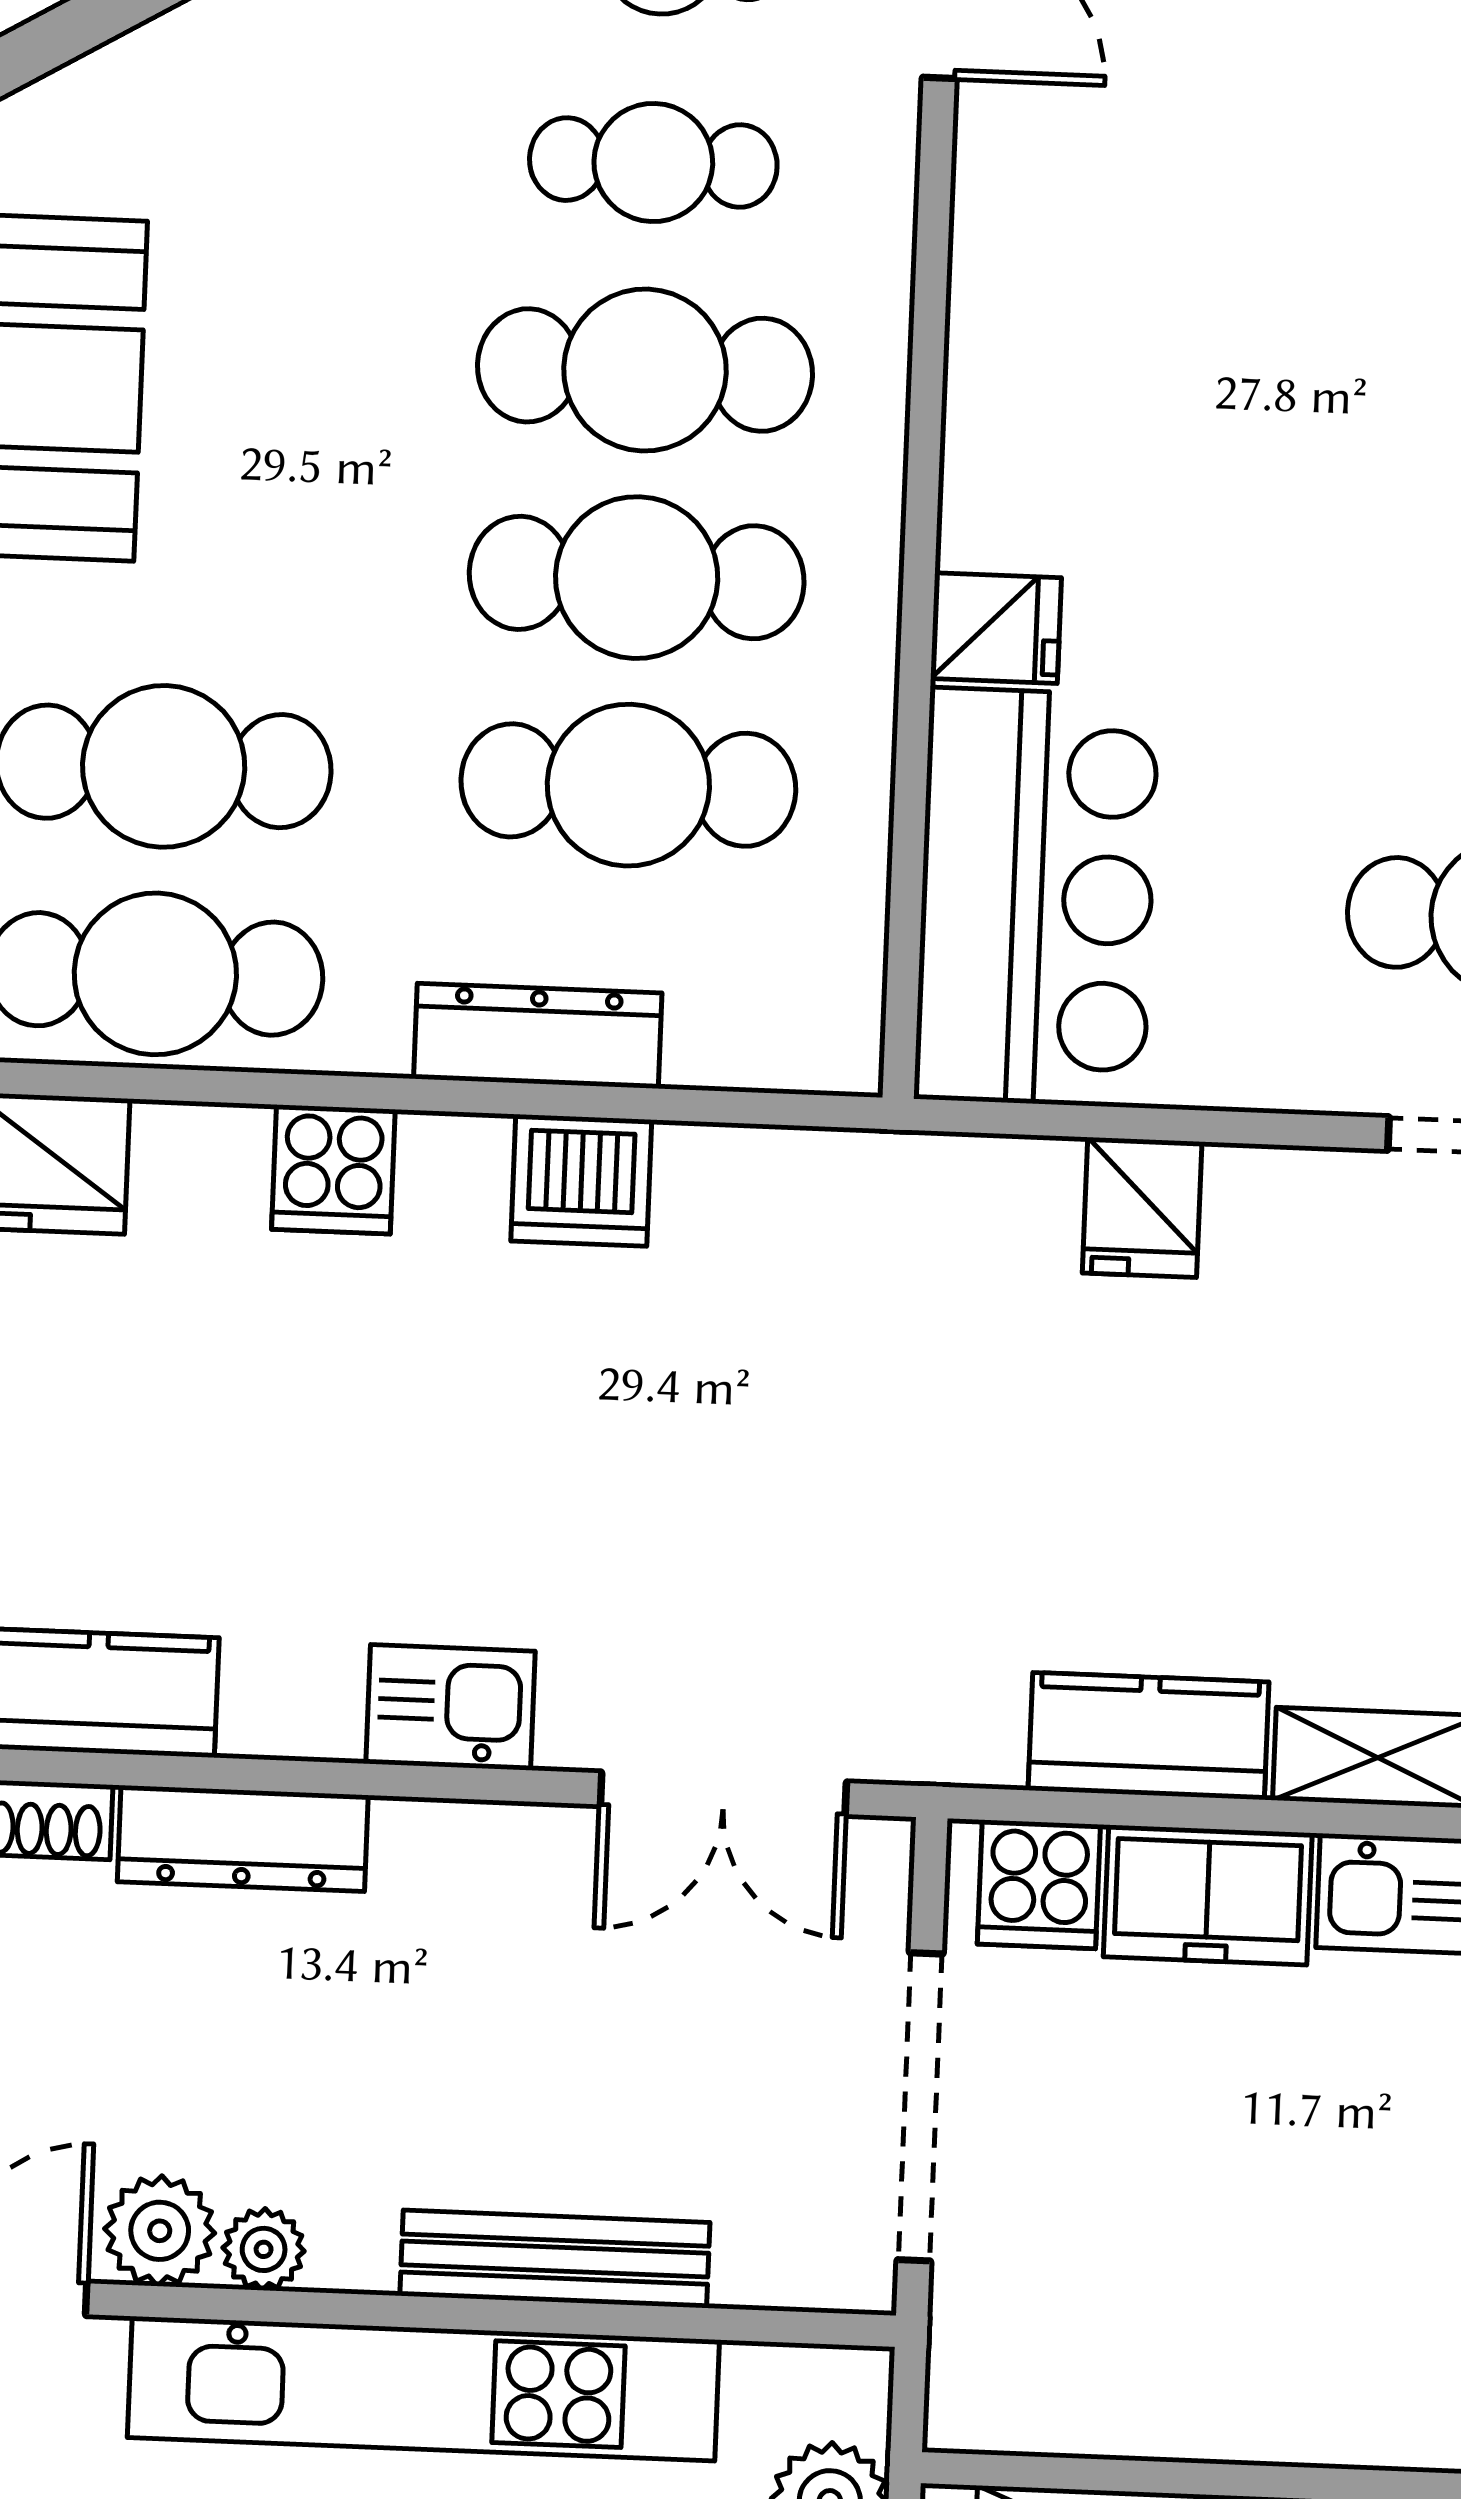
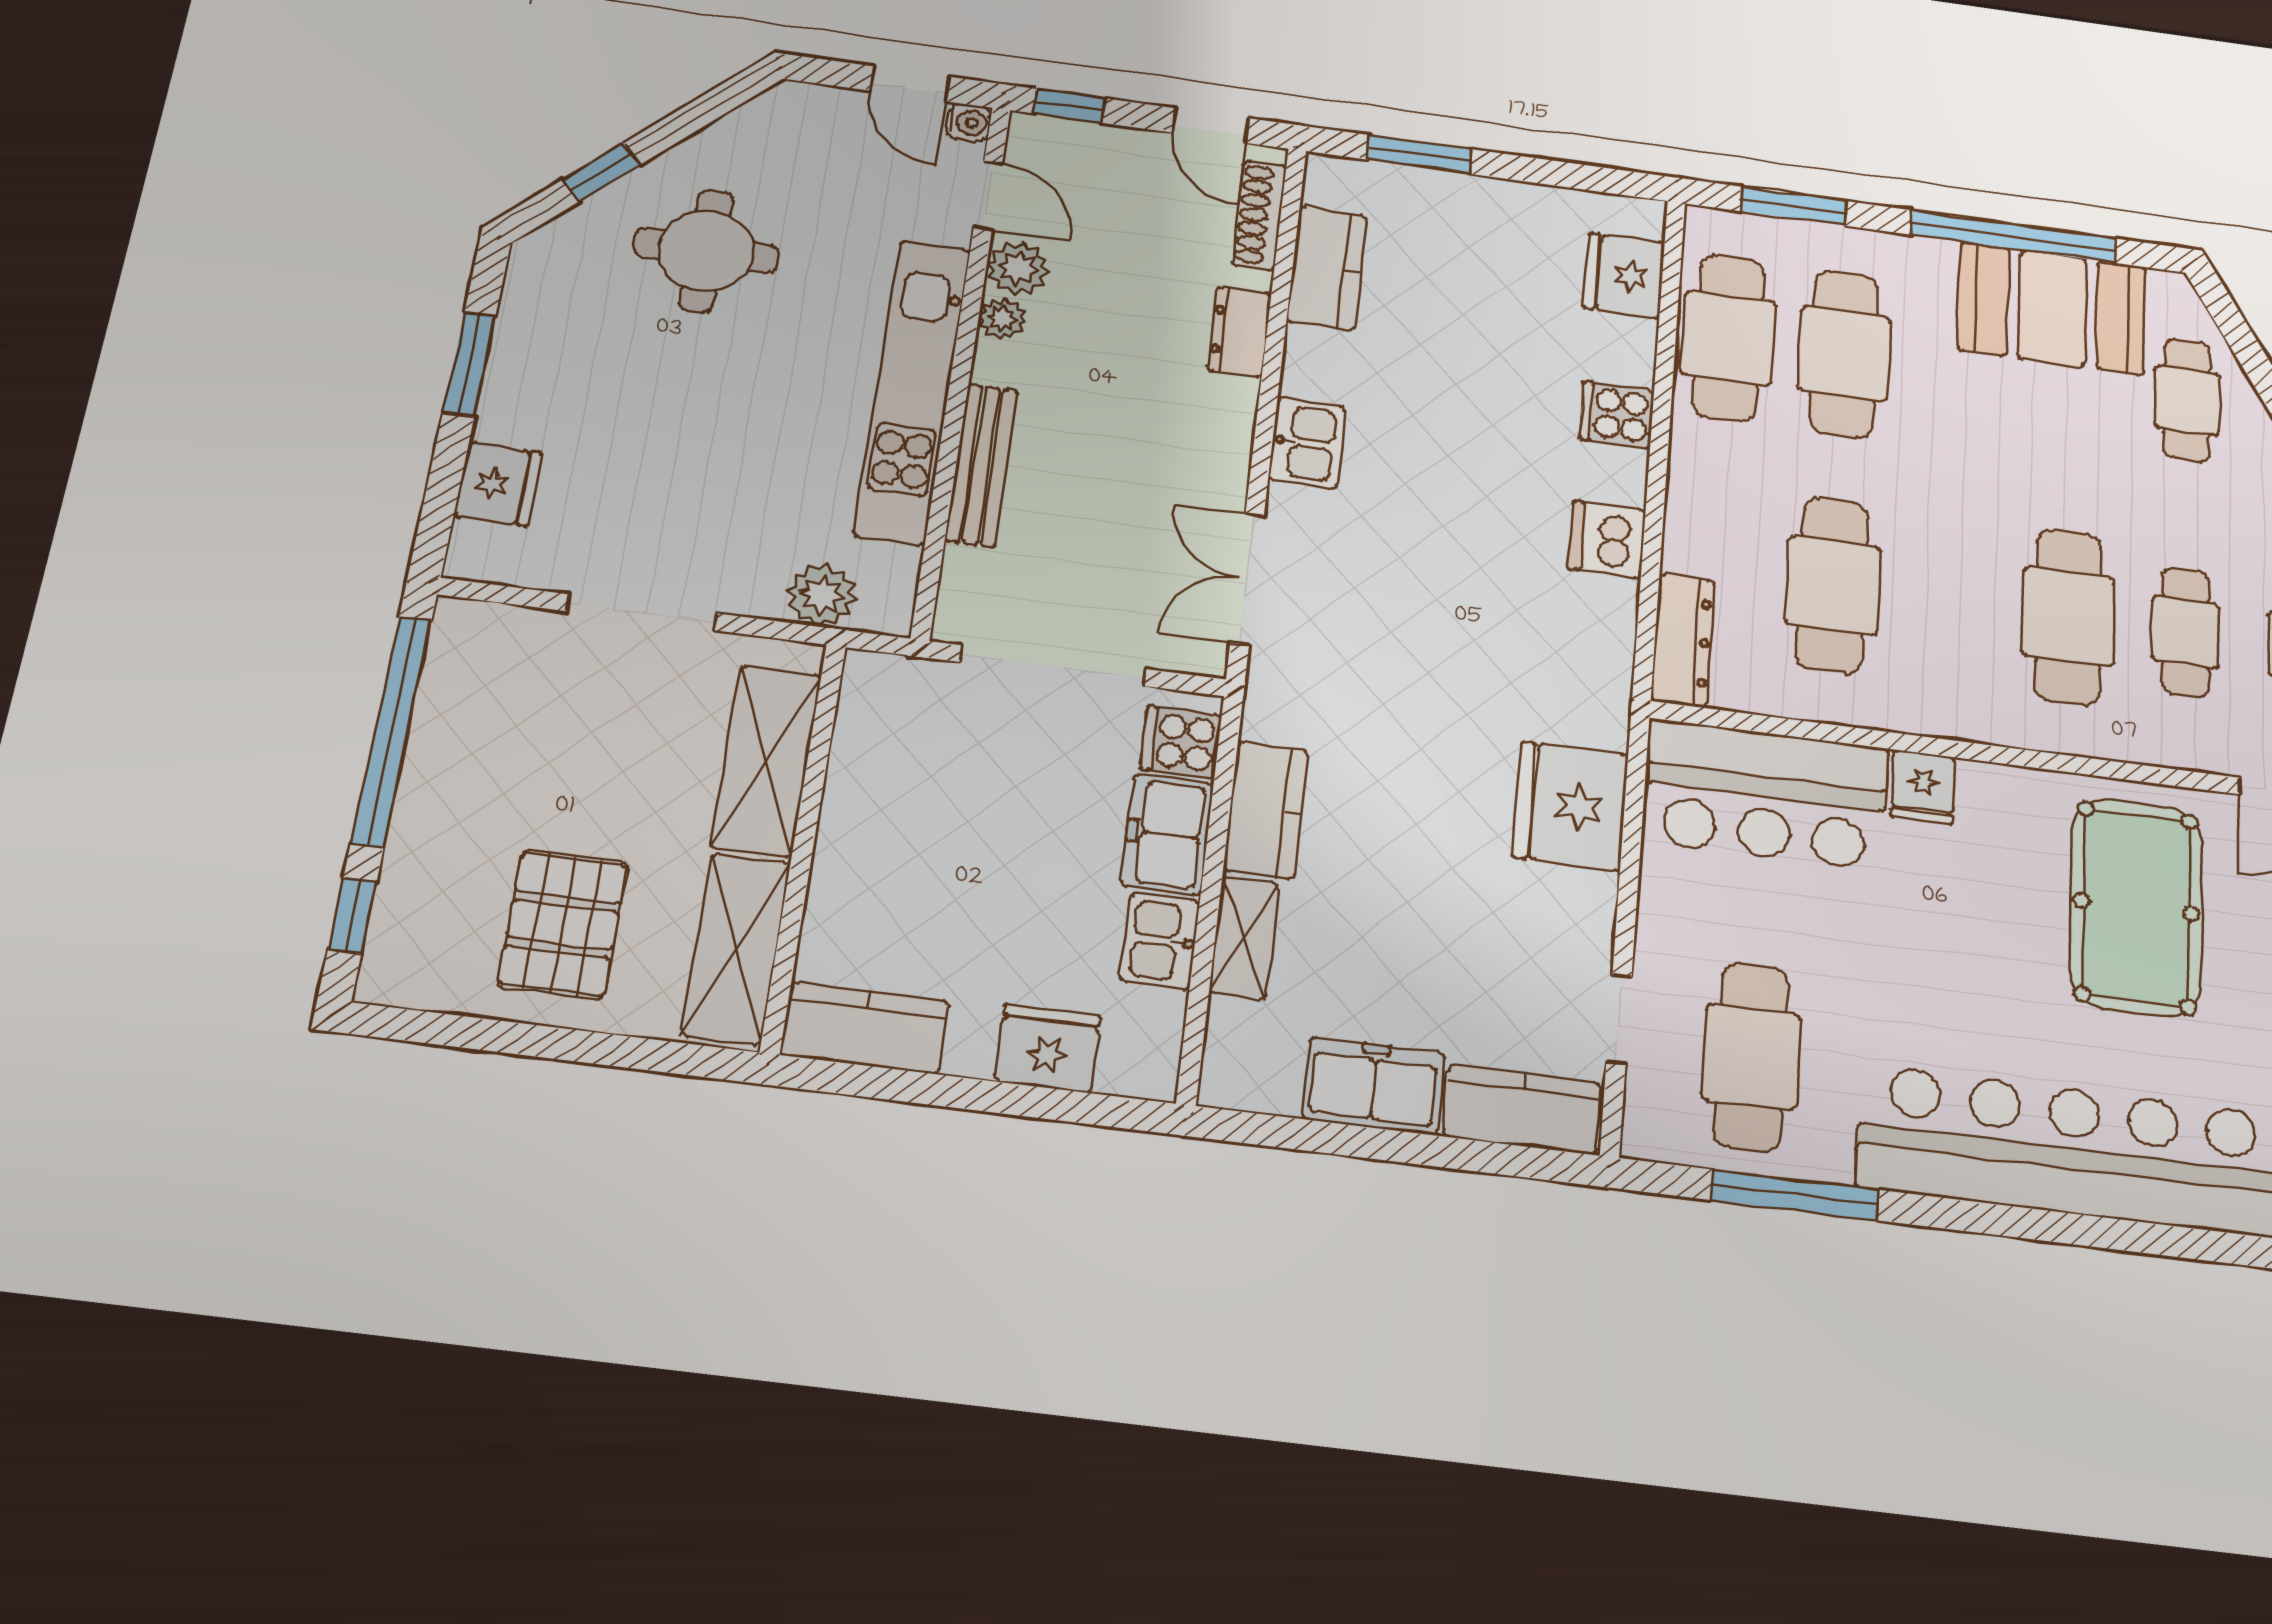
pool table: (1182, 264) -> (2136, 907), added
cafe table: (637, 578) -> (2187, 400), moved, width x0.73, depth x0.74
dresser: (538, 1036) -> (1683, 641), moved
fridge: (1142, 1207) -> (1570, 806), width x1.88, depth x1.34
dresser: (243, 1838) -> (1239, 332), width x0.70

